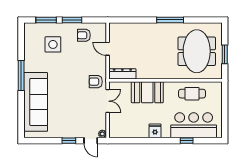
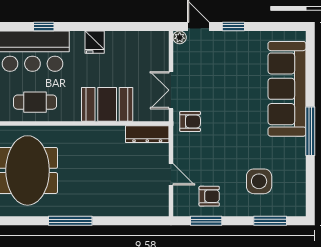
window: (72, 20) -> (206, 221), moved

